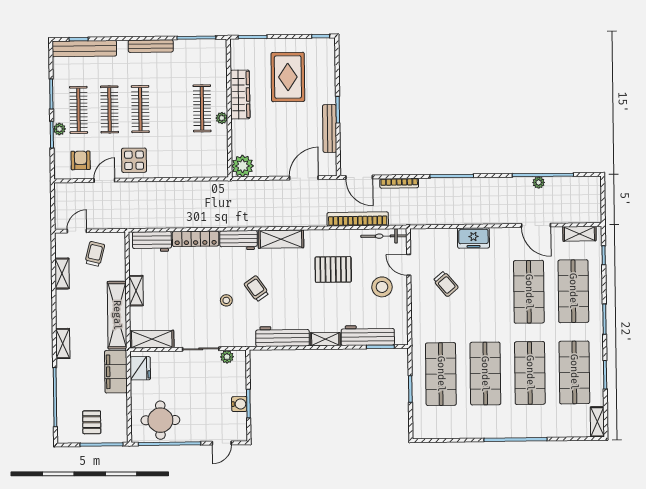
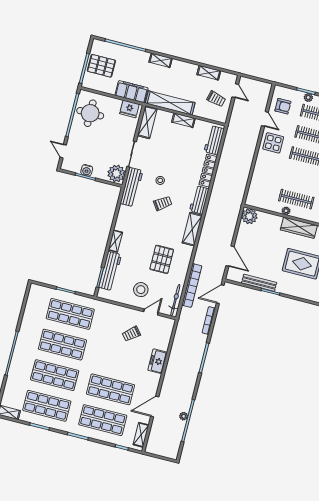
workbench: (282, 336) -> (132, 187), moved
plant: (227, 357) -> (116, 173), width x1.87, depth x1.87
pallet: (92, 422) -> (101, 66), width x1.50, depth x1.42

